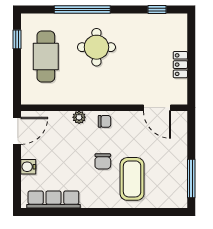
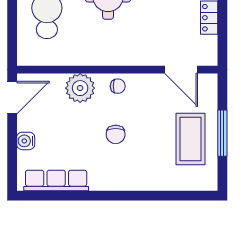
plant: (79, 117) -> (80, 88), width x1.88, depth x1.88
coffee table: (132, 179) -> (190, 139), moved
window: (191, 179) -> (222, 133), moved

